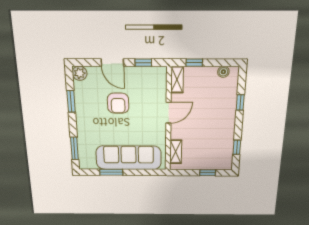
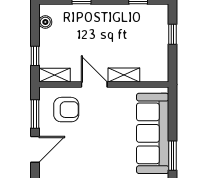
window: (143, 63) -> (35, 114), width x1.50
armchair: (118, 103) -> (66, 110), moved
shelving: (176, 152) -> (124, 75), moved

